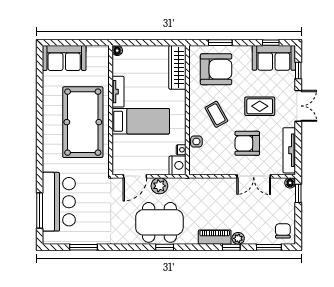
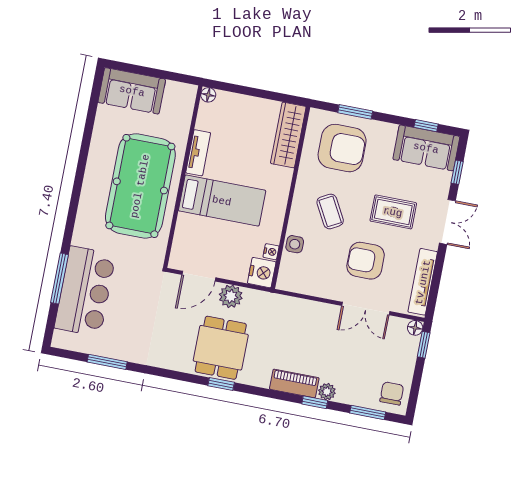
window: (40, 211) -> (59, 279), moved
dining table: (159, 222) -> (221, 348), width x0.73

